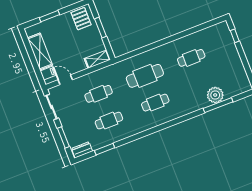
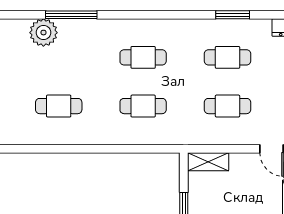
cafe table: (145, 76) -> (143, 106), width x0.73, depth x0.74
window: (218, 105) -> (71, 15), moved
window: (105, 149) -> (233, 15), moved

